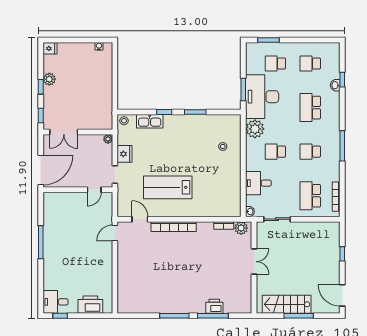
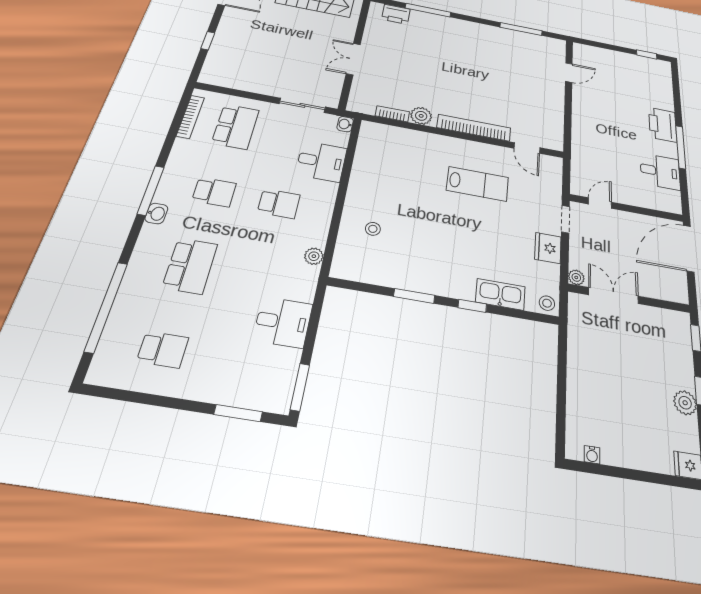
school desk: (275, 63) -> (236, 361), removed
window: (342, 80) -> (106, 307), width x3.17
washbasin: (335, 85) -> (156, 213), moved
window: (243, 90) -> (300, 387), moved
desk: (262, 97) -> (283, 322), width x0.53, depth x0.77
plant: (255, 129) -> (314, 256), width x0.53, depth x0.53
double door: (64, 132) -> (613, 296), moved
lab bench: (168, 187) -> (478, 184), width x0.73, depth x0.72
plant: (241, 228) -> (421, 116), moved
door: (115, 233) -> (569, 73), moved
desk: (55, 302) -> (660, 171), moved
printer: (90, 305) -> (663, 125), moved, turned 90
printer: (214, 306) -> (396, 14), moved
window: (174, 316) -> (521, 29), moved

